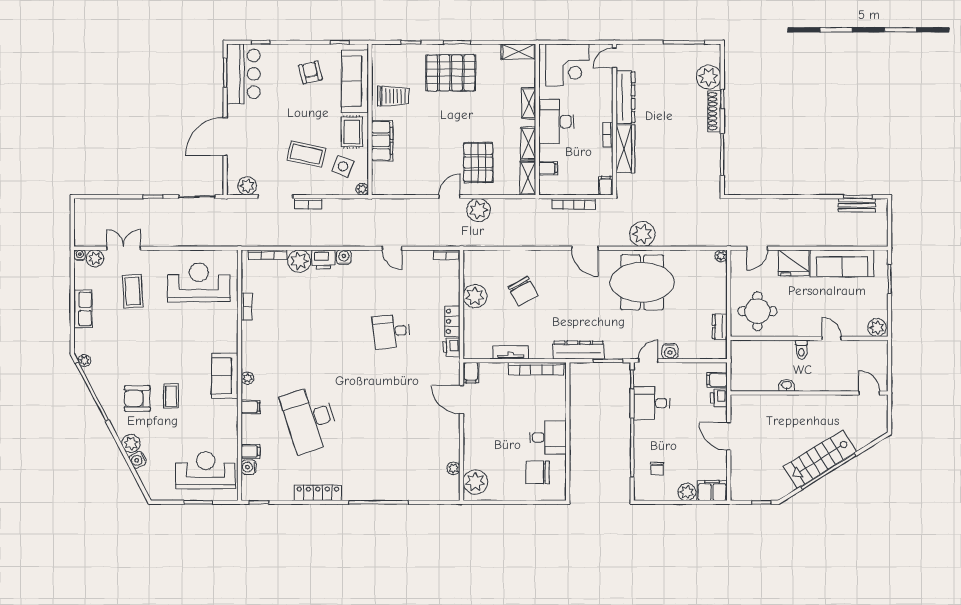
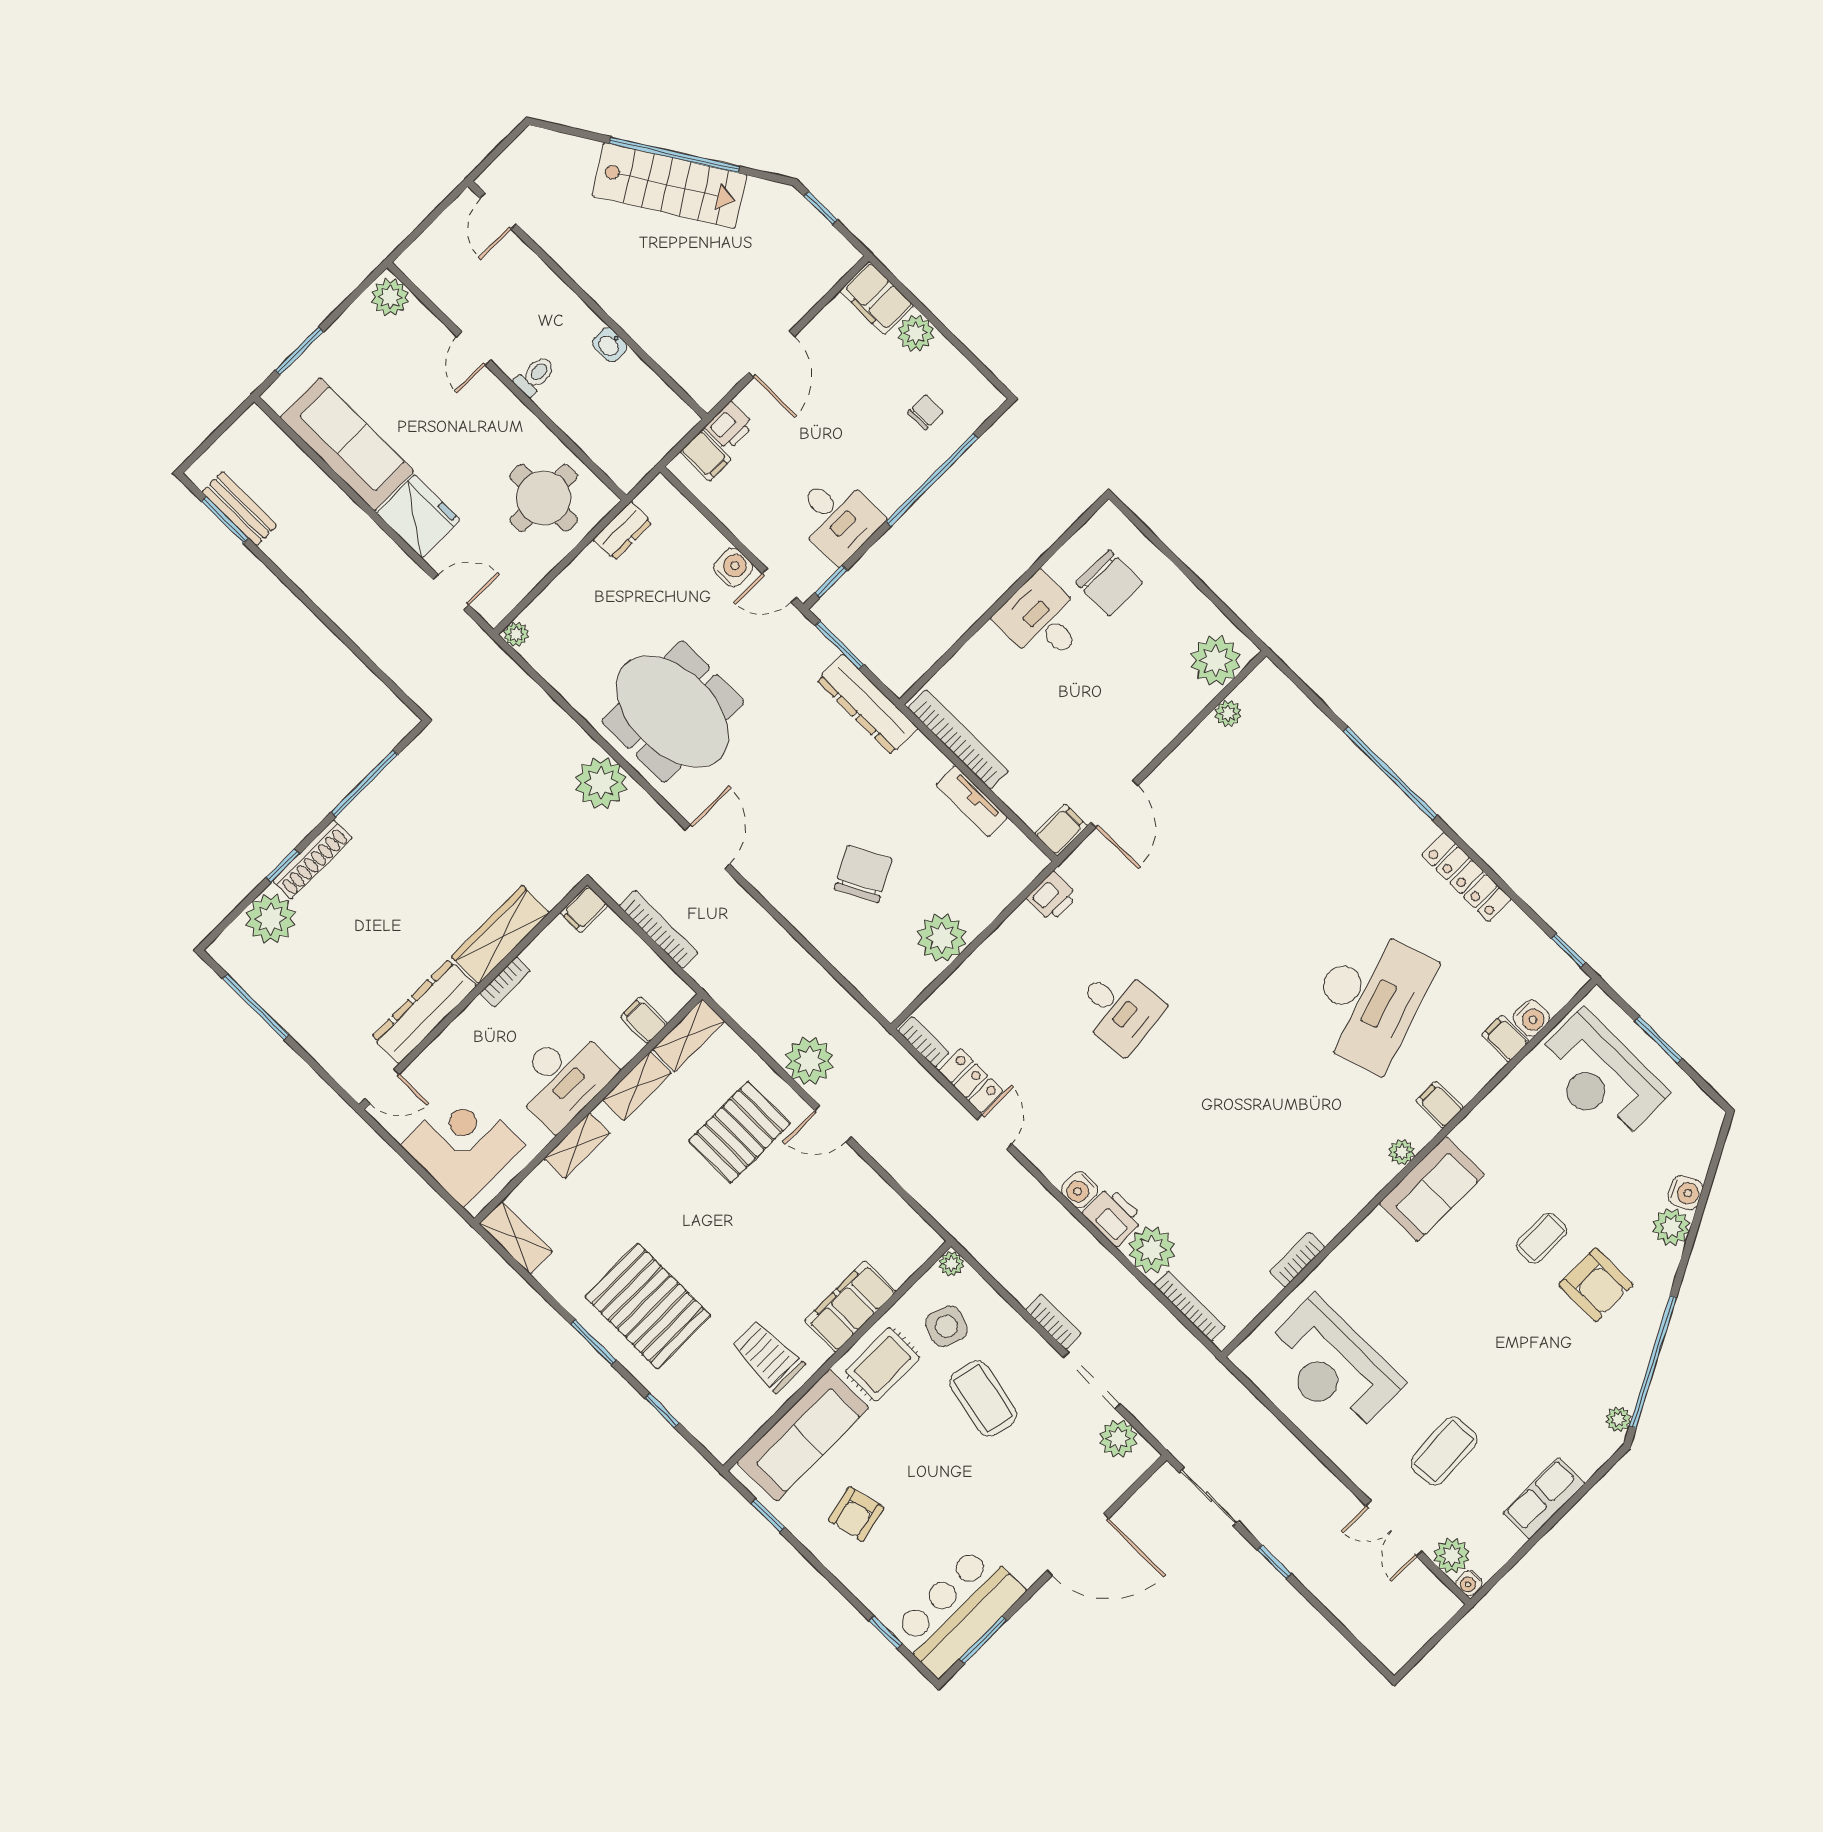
locker: (452, 321) -> (971, 1081), moved, turned -90

